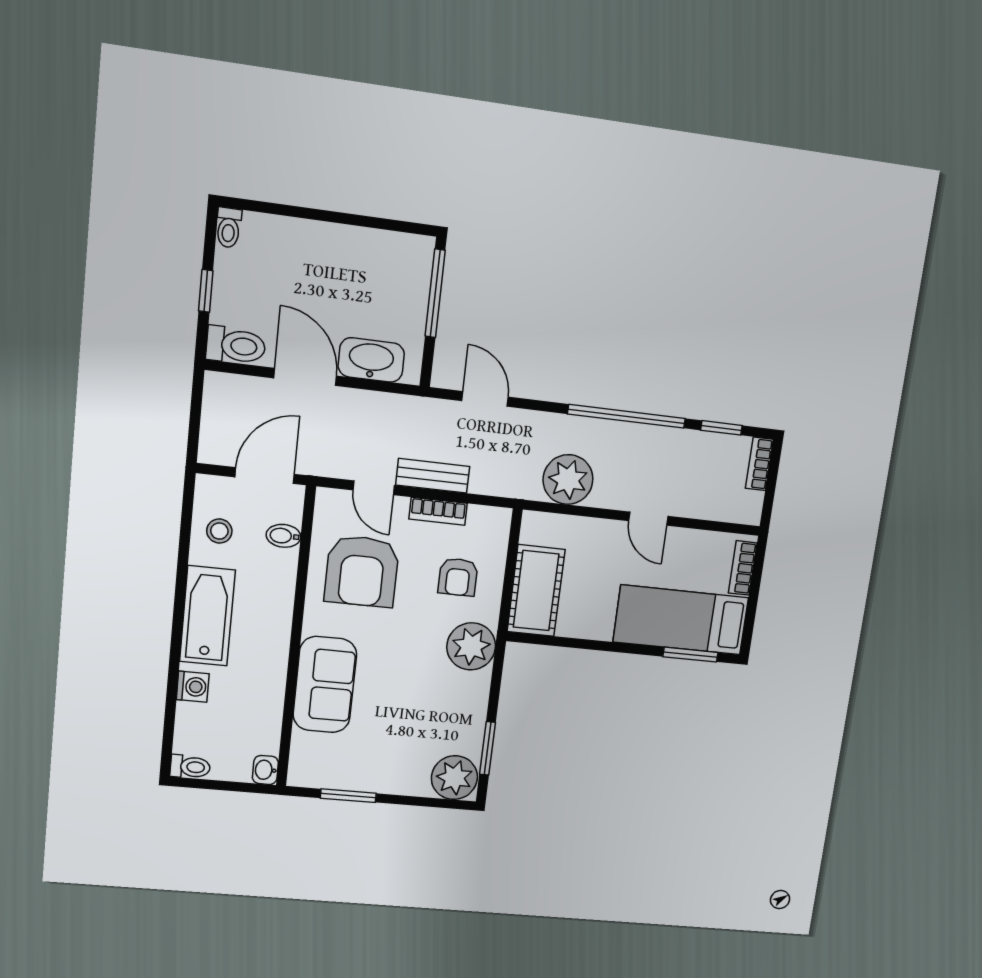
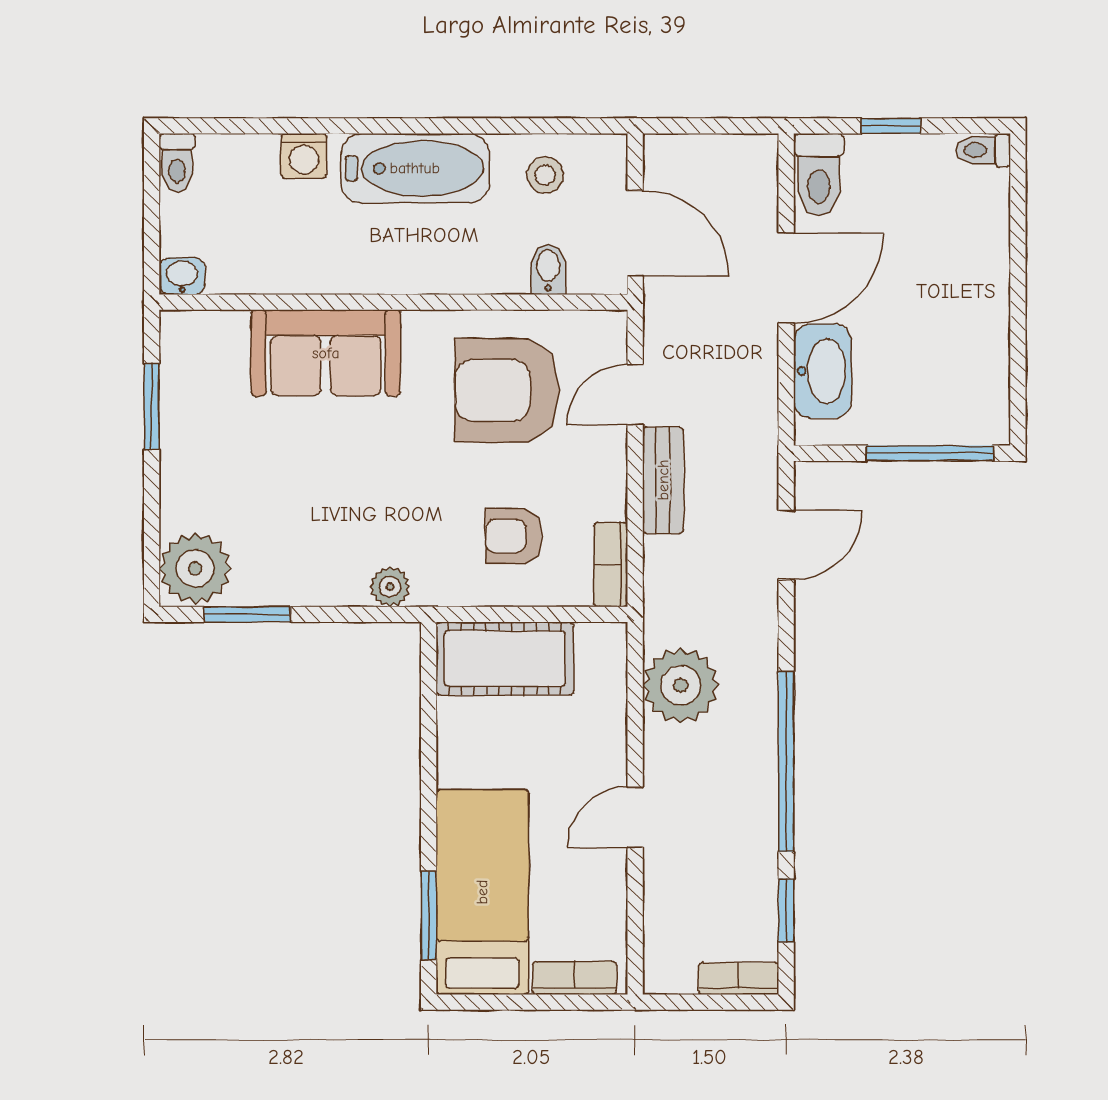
bookcase: (438, 511) -> (611, 565), moved
plant: (471, 646) -> (390, 587), width x0.53, depth x0.53

